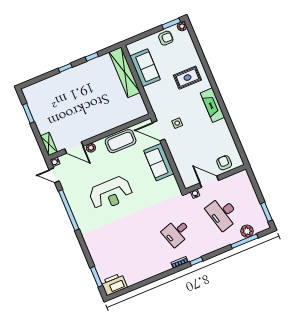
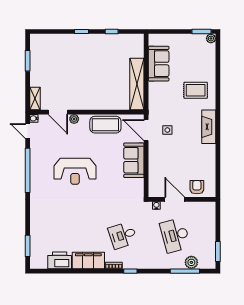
armchair: (166, 38) -> (191, 43), removed
shelving: (125, 72) -> (137, 84), moved
filing cabinet: (155, 267) -> (88, 261), added
printer: (114, 284) -> (60, 260), moved

